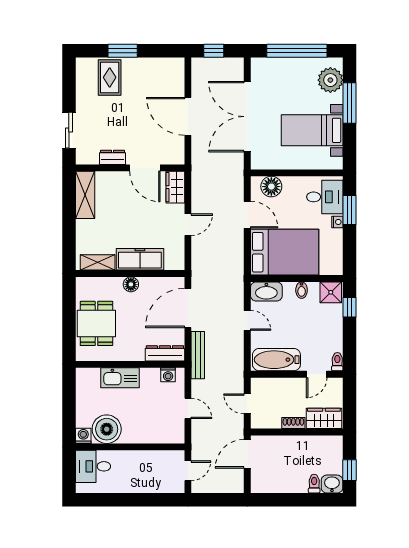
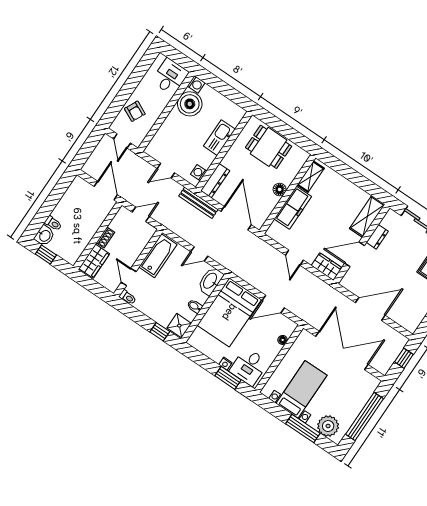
floor lamp: (271, 187) -> (283, 340), width x0.53, depth x0.53
shelving: (85, 195) -> (367, 217), moved, turned 90
armchair: (150, 478) -> (135, 111), added

